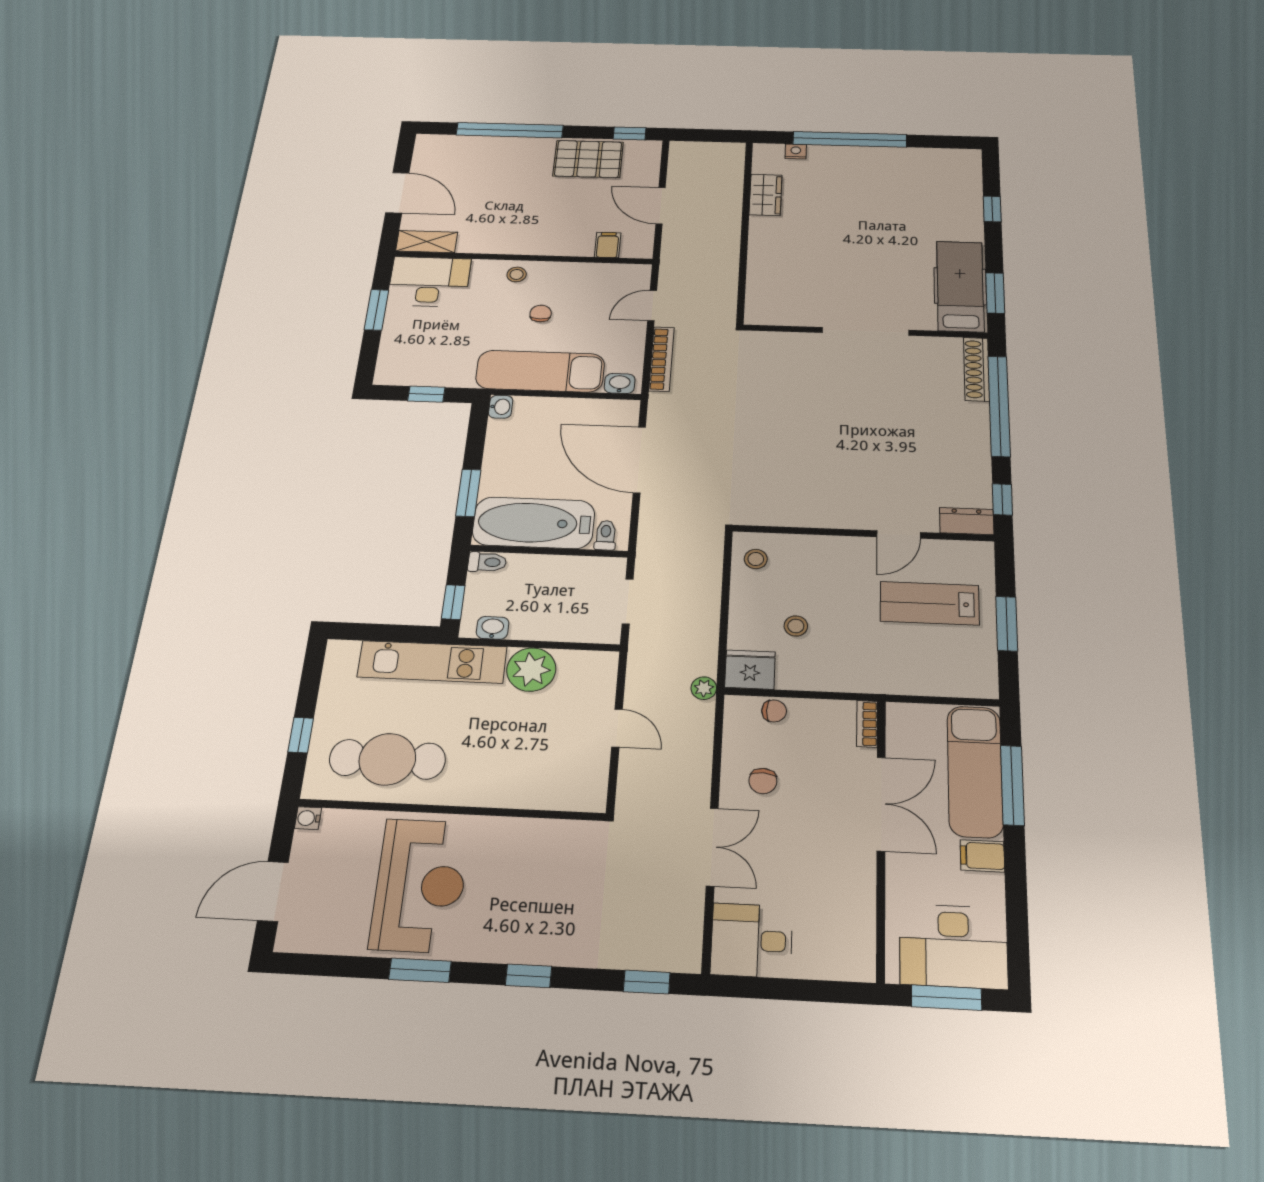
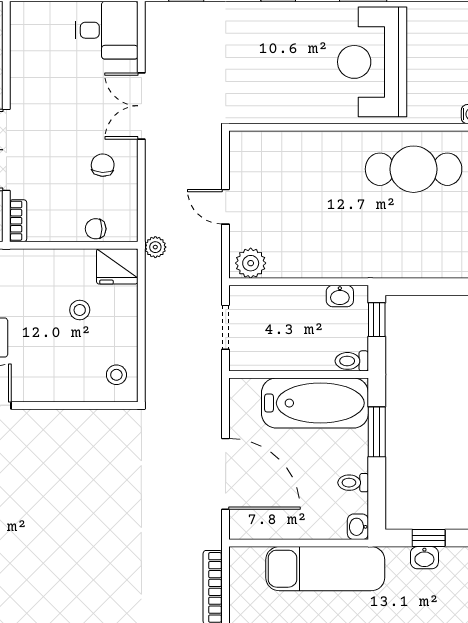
washbasin: (620, 384) -> (424, 558), moved
toilet: (606, 535) -> (353, 483), moved, turned 90
kitchen unit: (432, 662) -> (388, 261), removed
plant: (531, 670) -> (251, 263), moved, width x0.73, depth x0.73

